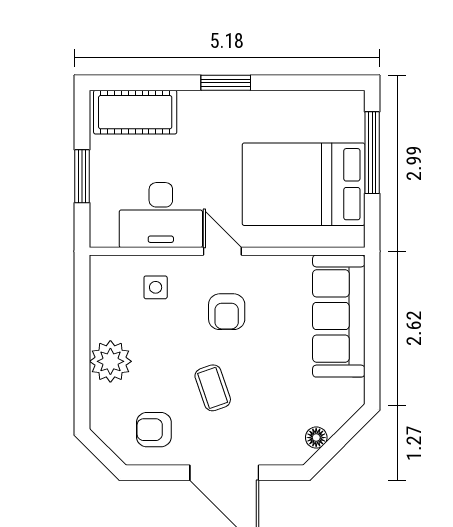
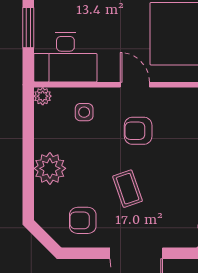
desk: (161, 215) -> (65, 57), moved
plant: (101, 266) -> (43, 96), added
armchair: (227, 312) -> (138, 131), turned 90

